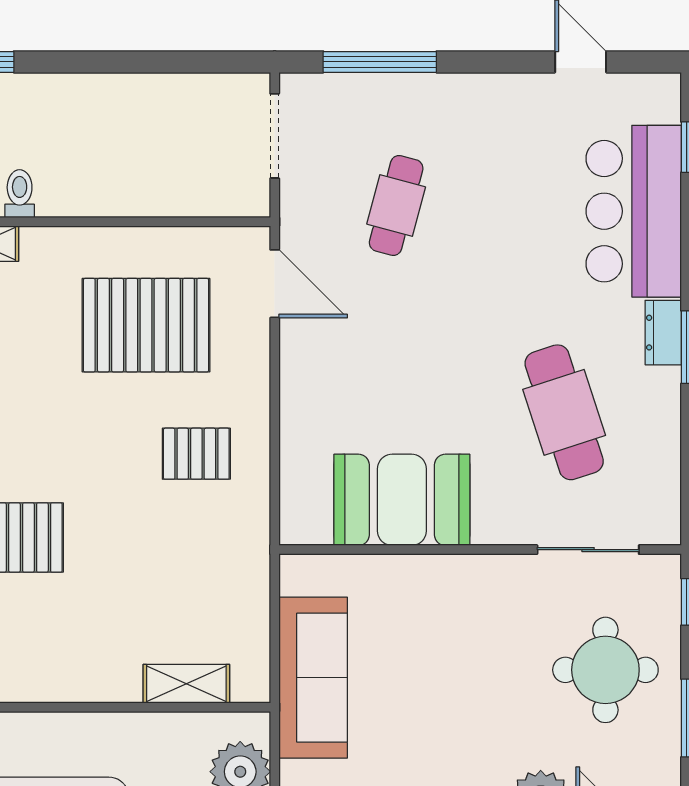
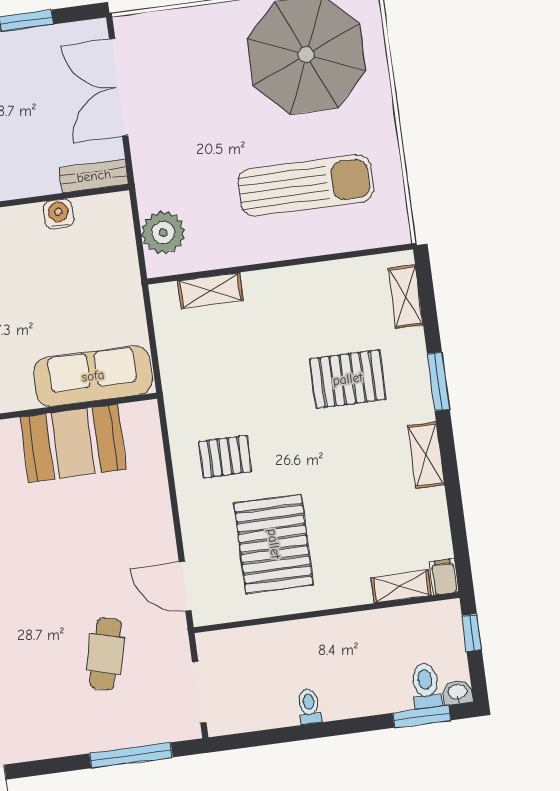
toilet: (20, 194) -> (309, 706), moved, turned 180
pallet: (146, 325) -> (274, 544), turned 90
sofa: (313, 678) -> (93, 376), moved, turned 90

